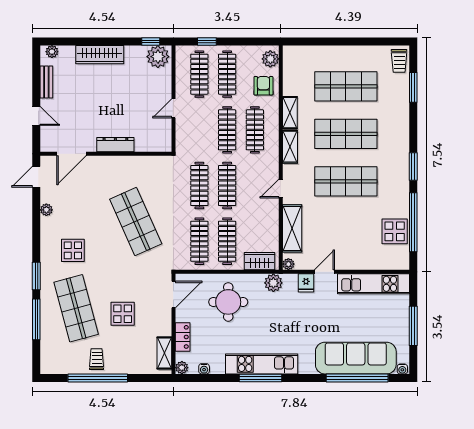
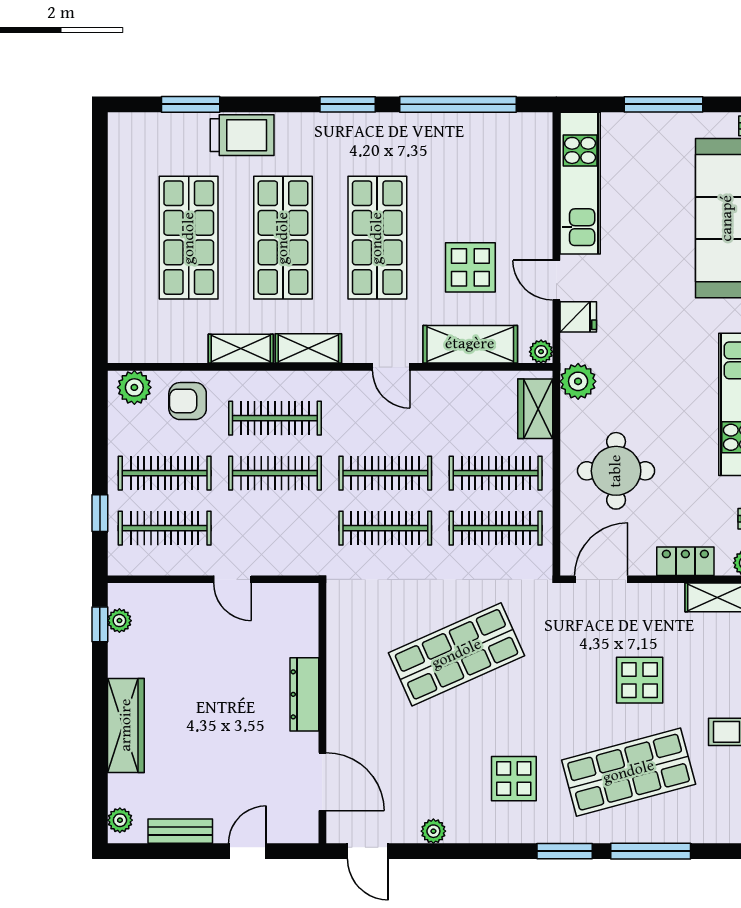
plant: (158, 57) -> (119, 621), width x0.53, depth x0.53
trolley: (399, 61) -> (242, 135), moved, width x1.36, depth x1.39
display table: (395, 231) -> (470, 267), moved
door: (173, 294) -> (601, 579), hinge flipped

